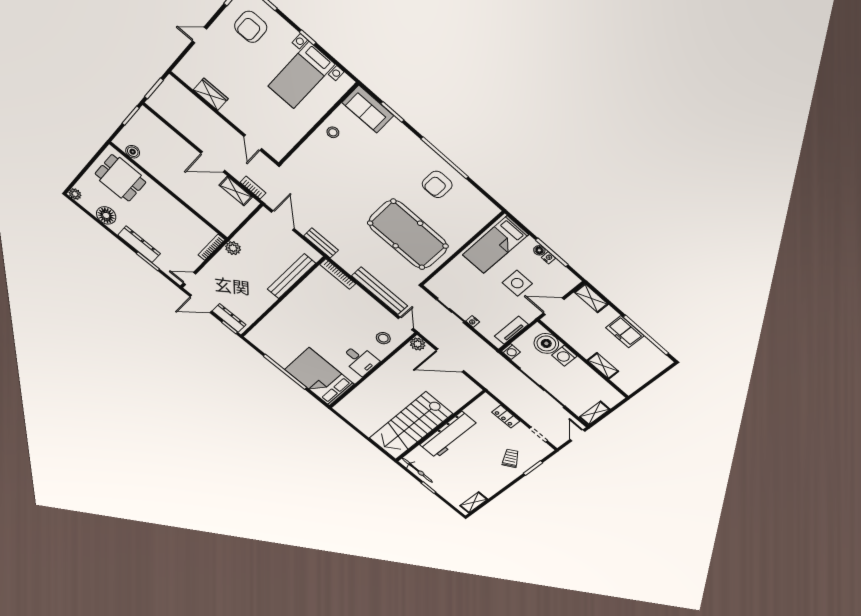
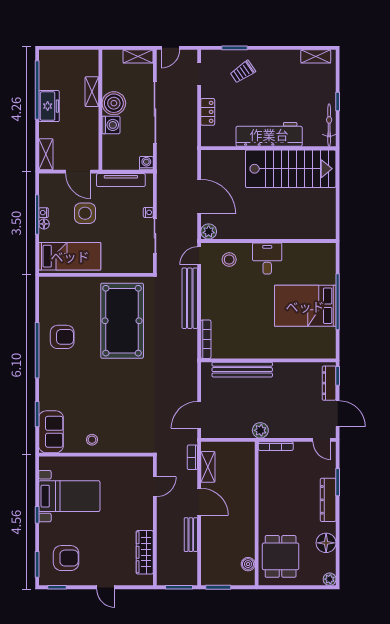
wardrobe: (211, 94) -> (145, 552), width x1.50
bench: (321, 243) -> (191, 535), moved
tv unit: (511, 330) -> (121, 180), width x1.41
boiler: (546, 343) -> (114, 103), moved
bed: (319, 377) -> (305, 306), moved, turned 90

